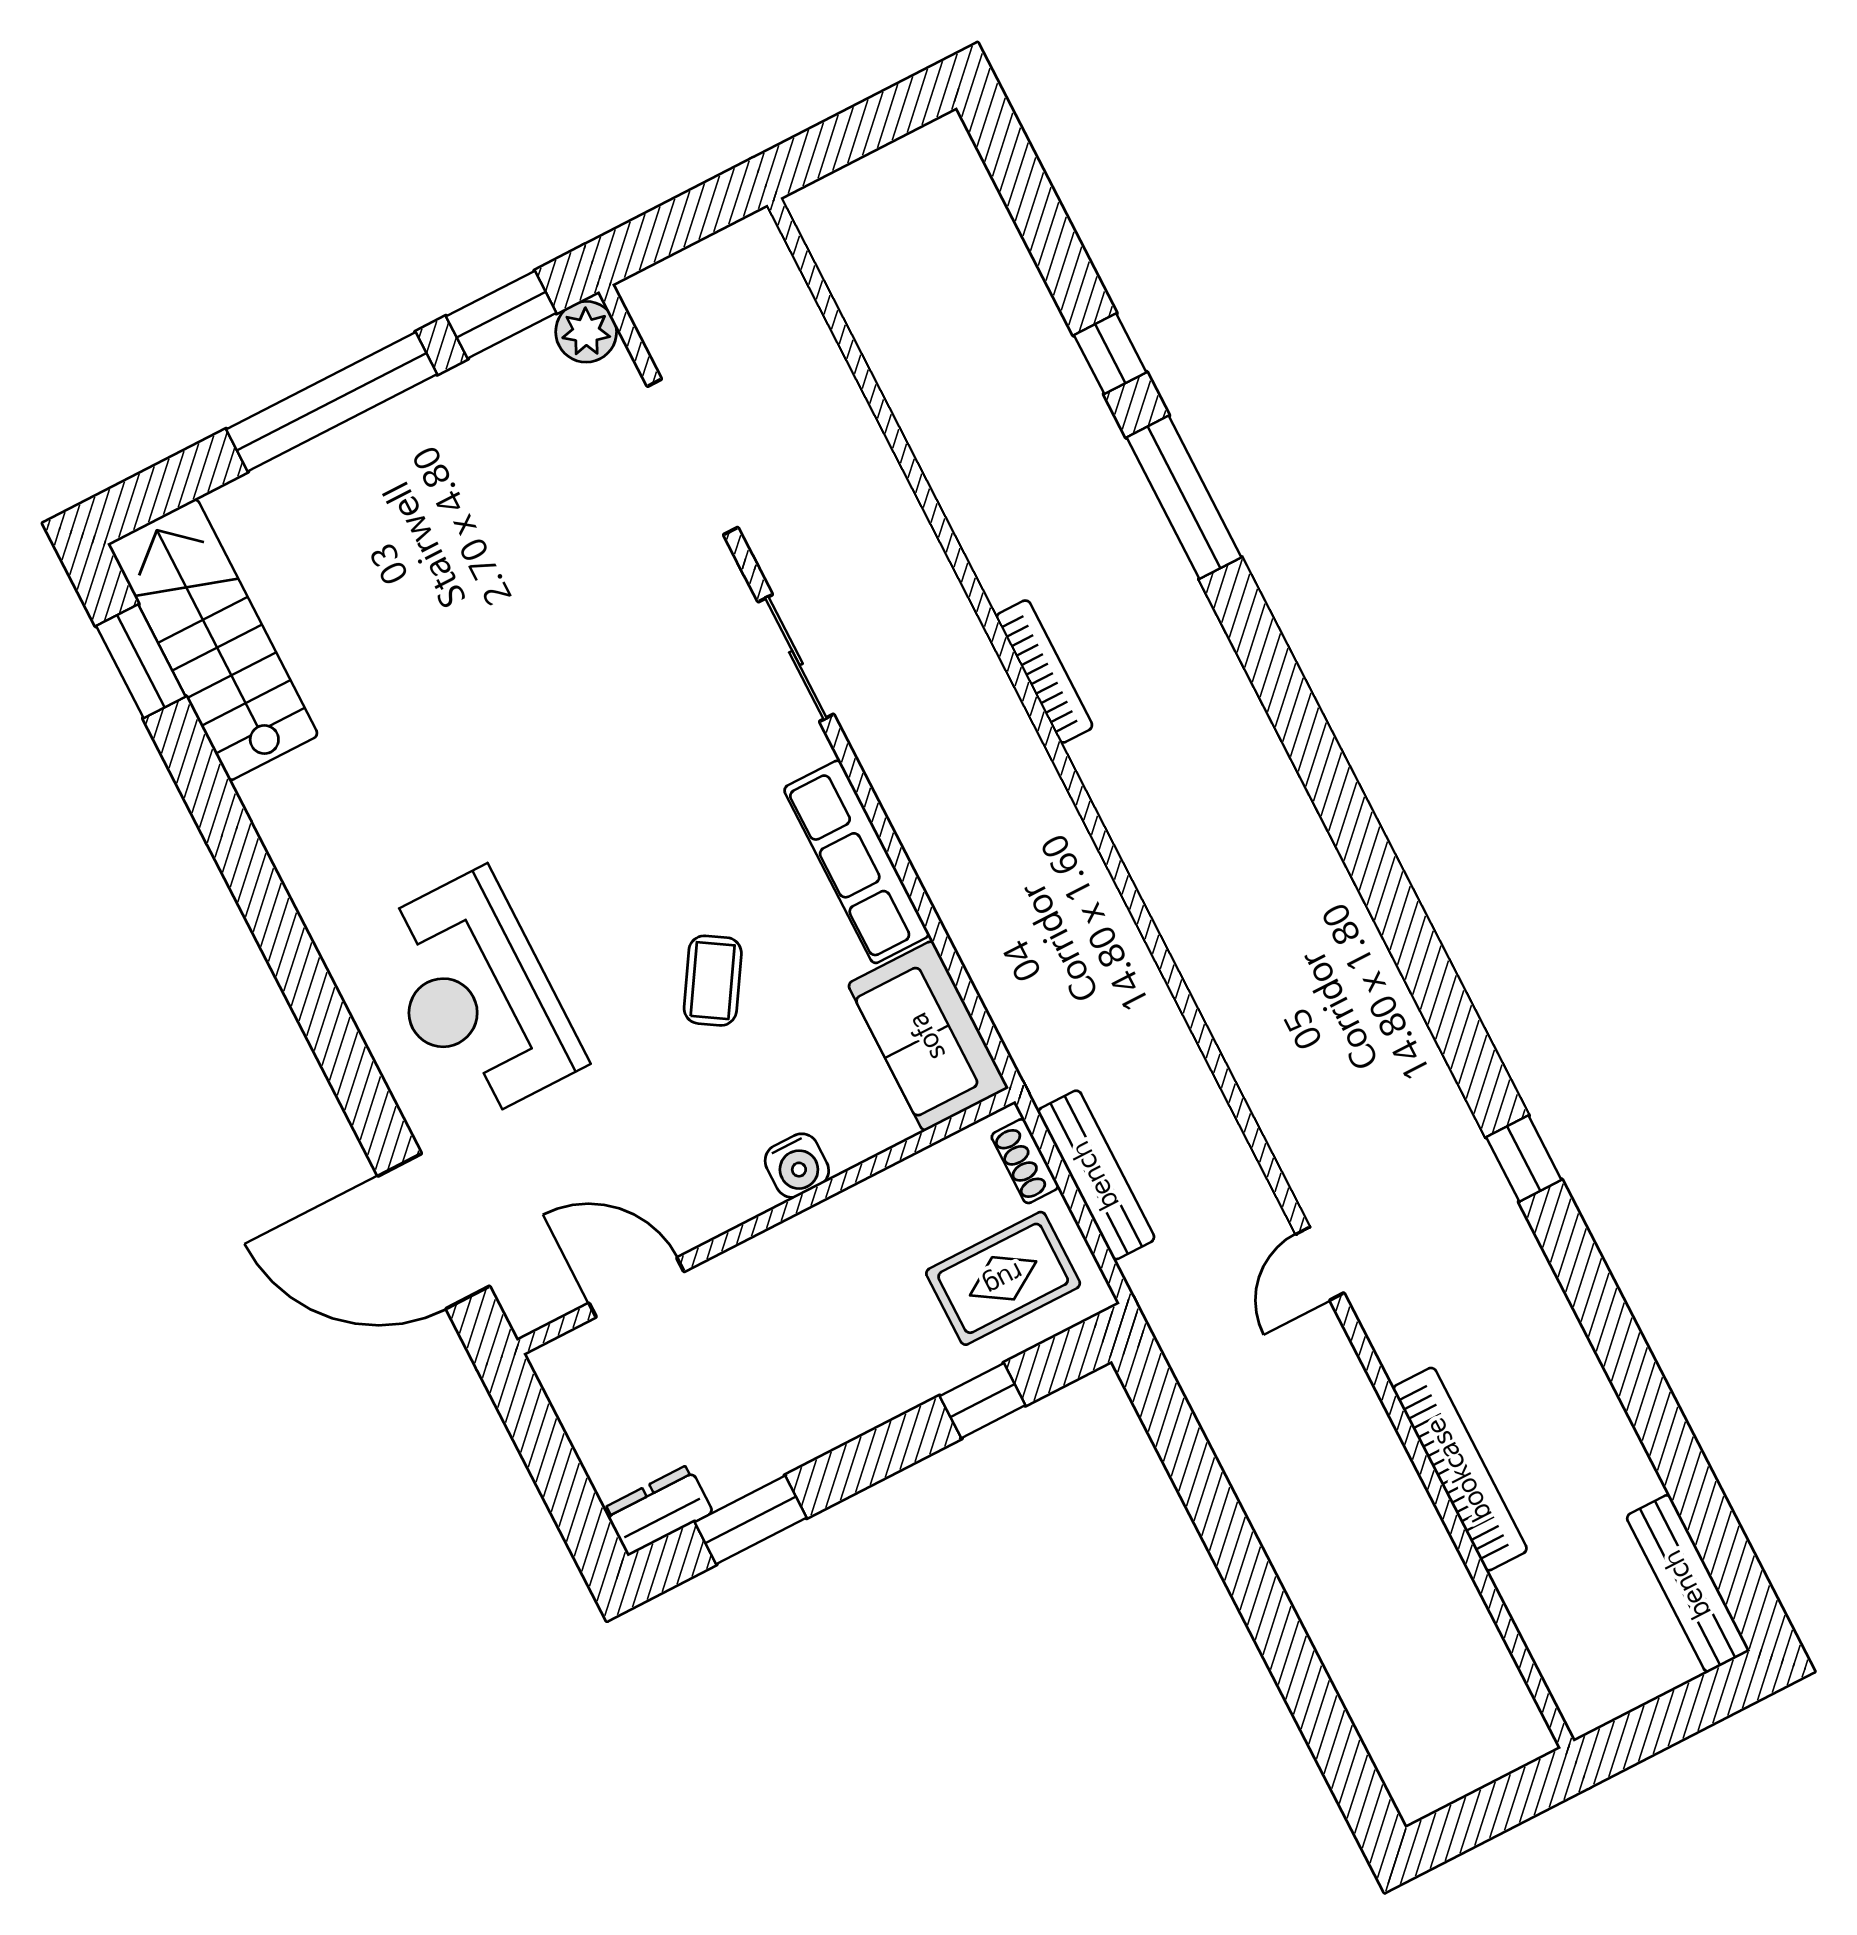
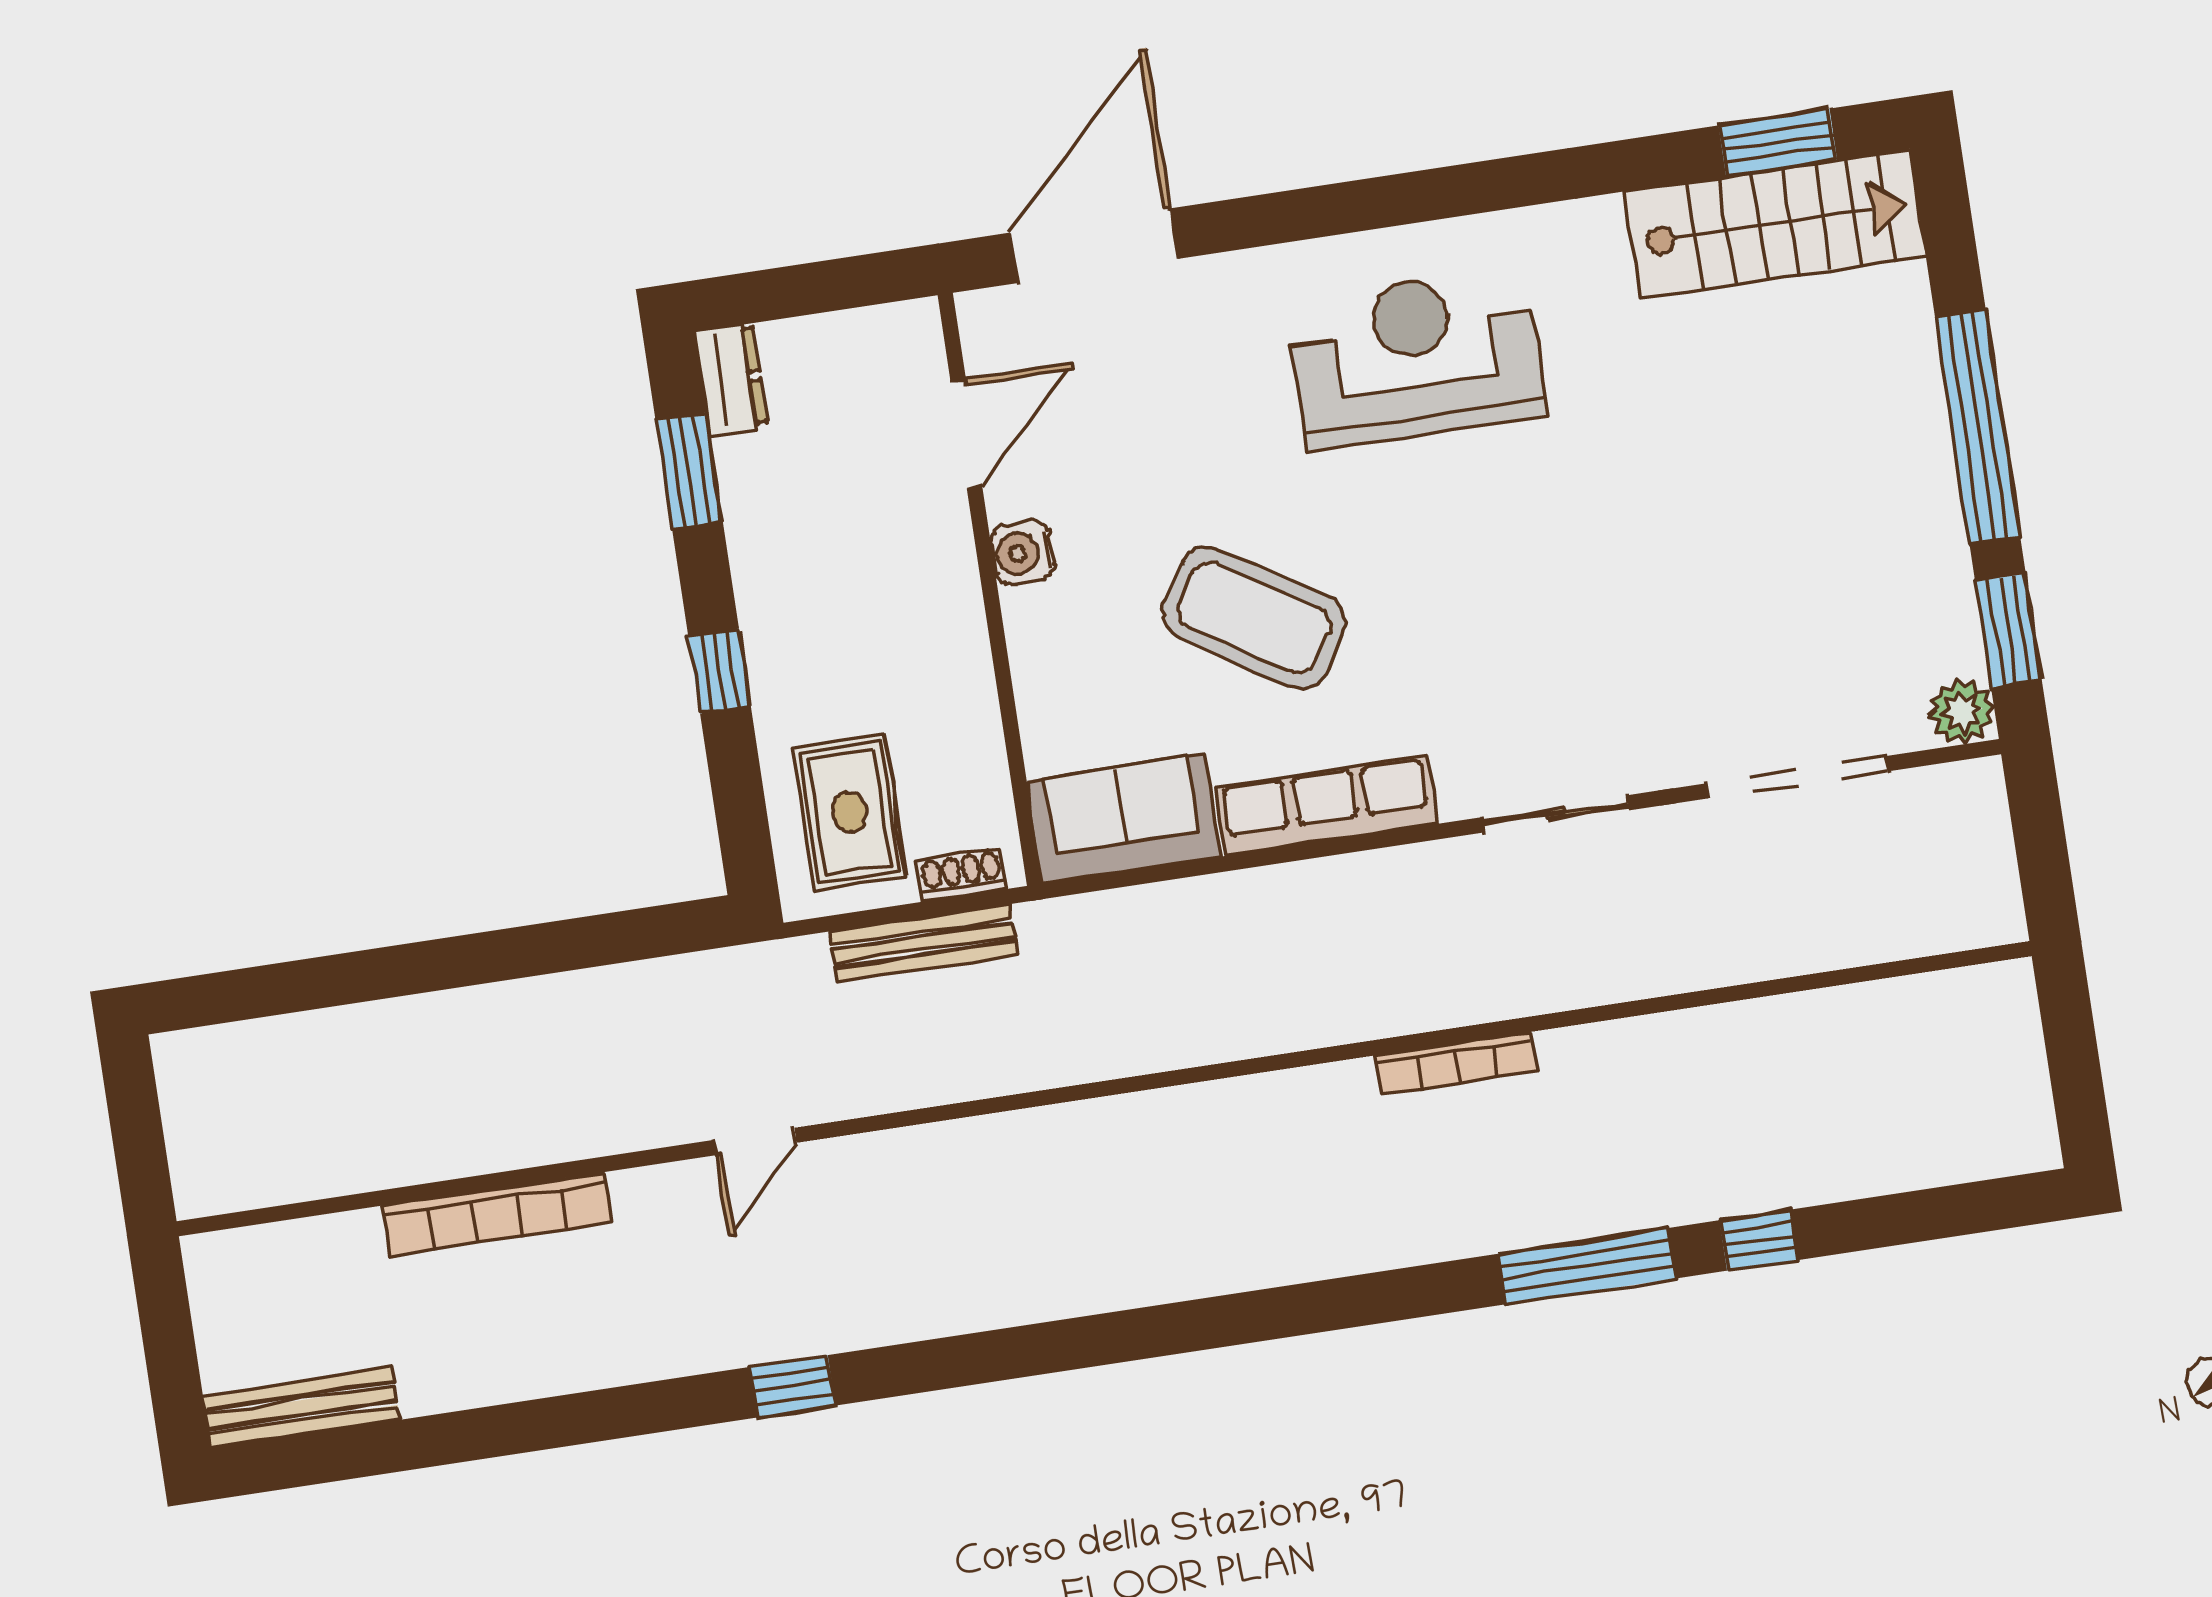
coffee table: (713, 981) -> (1254, 617), width x1.86, depth x1.72
reception desk: (476, 996) -> (1416, 358), moved
water cooler: (797, 1166) -> (1023, 553), moved
door: (1320, 1264) -> (755, 1141), swing flipped
window: (983, 1401) -> (719, 671), moved

